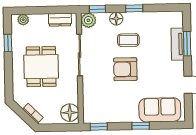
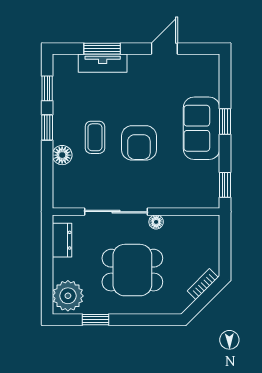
window: (97, 9) -> (47, 88), moved
plant: (23, 20) -> (68, 296), width x1.88, depth x1.88
plant: (88, 20) -> (64, 197), removed
sofa: (160, 110) -> (202, 128), moved
floor lamp: (70, 113) -> (156, 222), moved, width x0.53, depth x0.53

